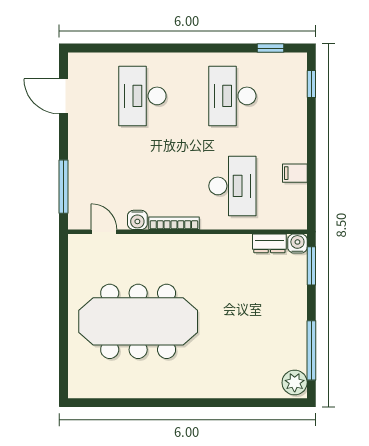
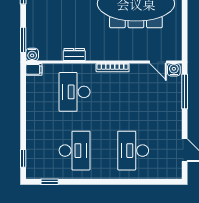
desk: (142, 96) -> (133, 151), turned 180
filing cabinet: (295, 173) -> (34, 69), moved
water cooler: (137, 220) -> (174, 70), moved
dresser: (269, 243) -> (74, 55), moved

